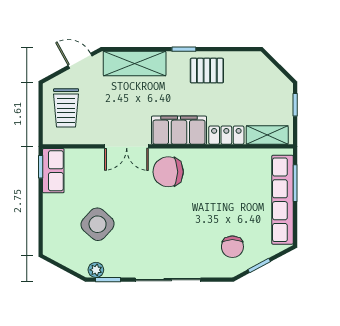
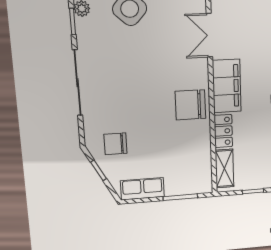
chair: (168, 172) -> (190, 105), moved, turned -90
row of seats: (282, 200) -> (142, 189), width x0.50

